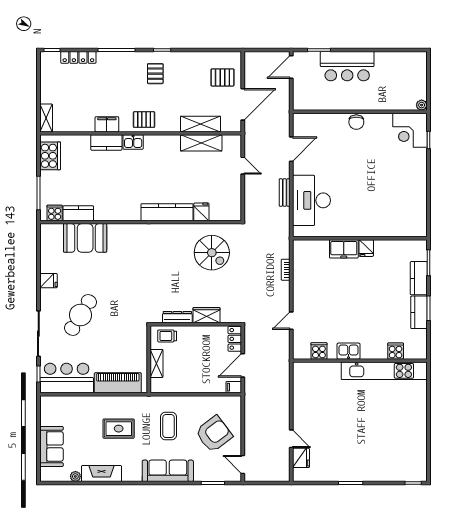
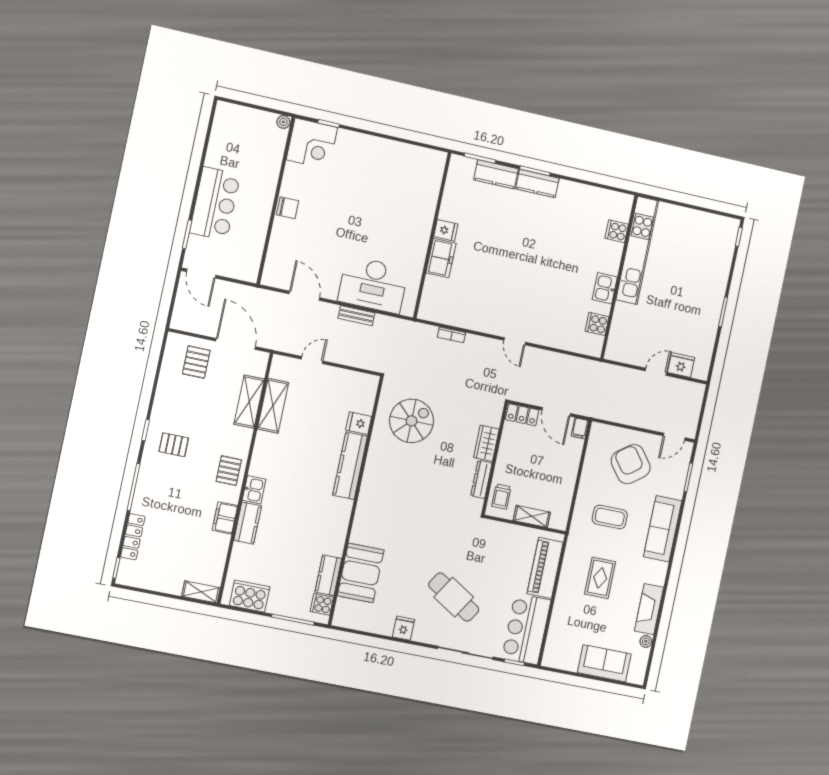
cooker: (319, 351) -> (597, 324), moved
kitchen sink: (349, 351) -> (605, 288), moved
cooker: (396, 351) -> (617, 231), moved
wall: (360, 361) -> (619, 277), moved
kitchen unit: (384, 371) -> (637, 250), moved

